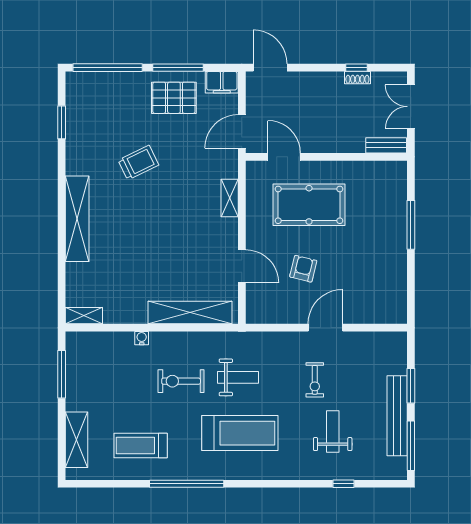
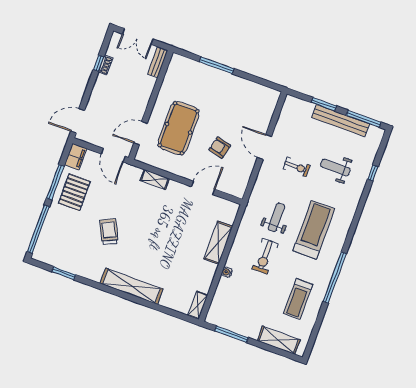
shelving: (190, 313) -> (218, 243), width x0.68

